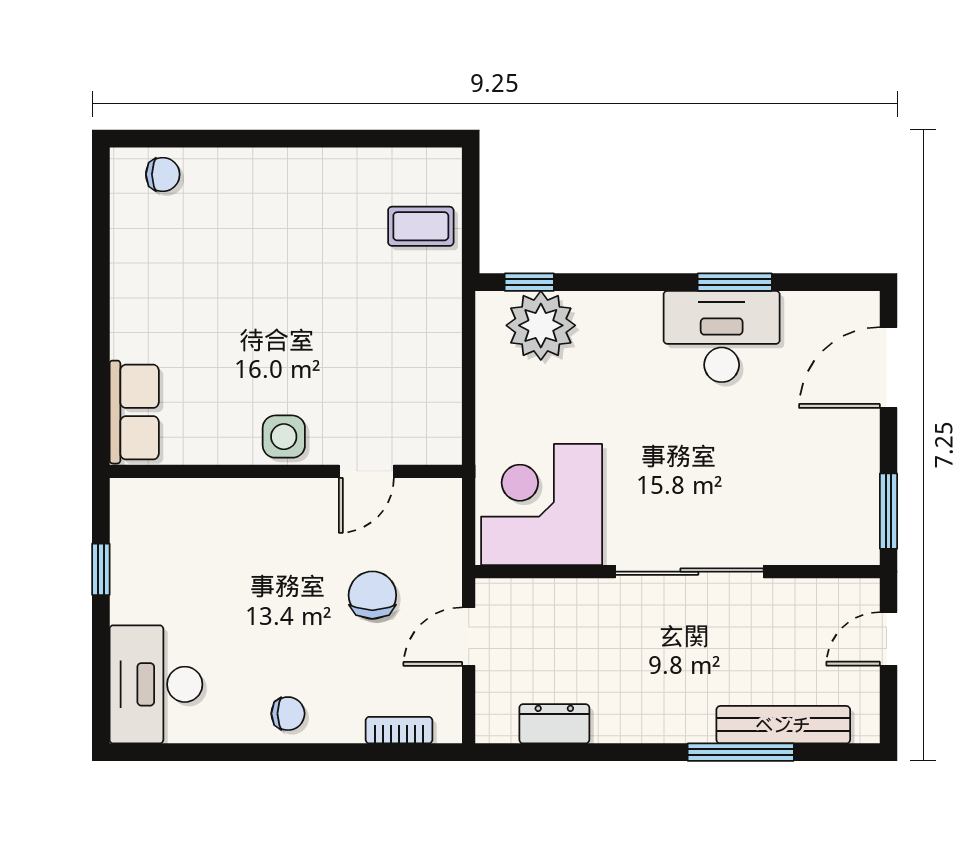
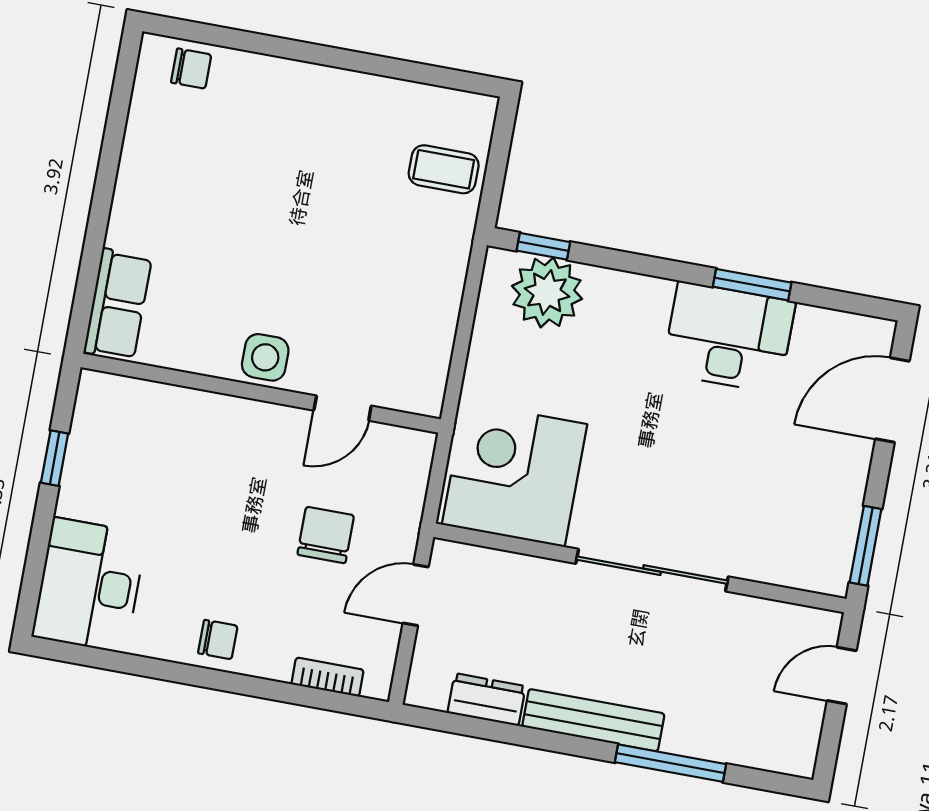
bench: (783, 725) -> (593, 720), moved

